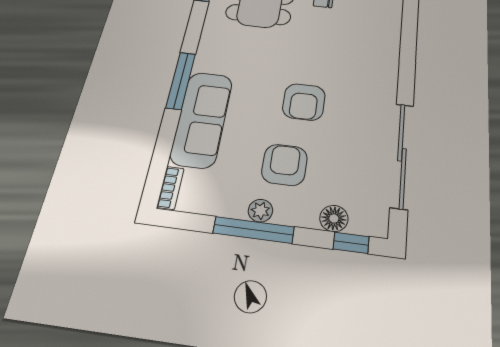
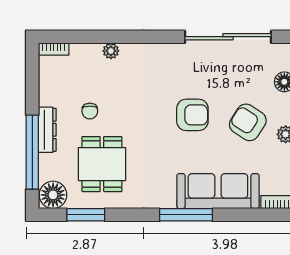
plant: (392, 27) -> (111, 51), added
armchair: (284, 165) -> (248, 122), turned 33

